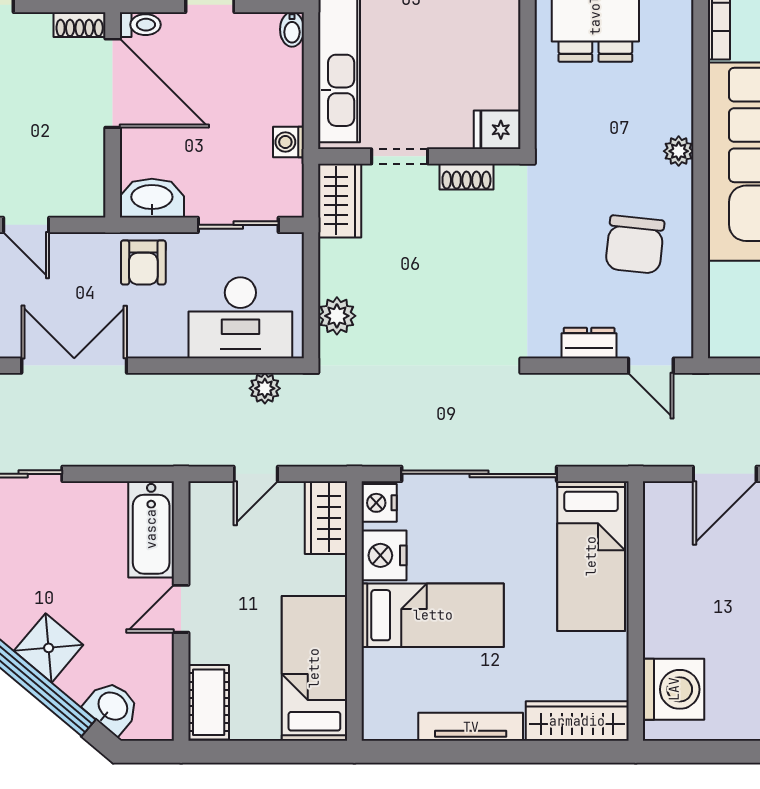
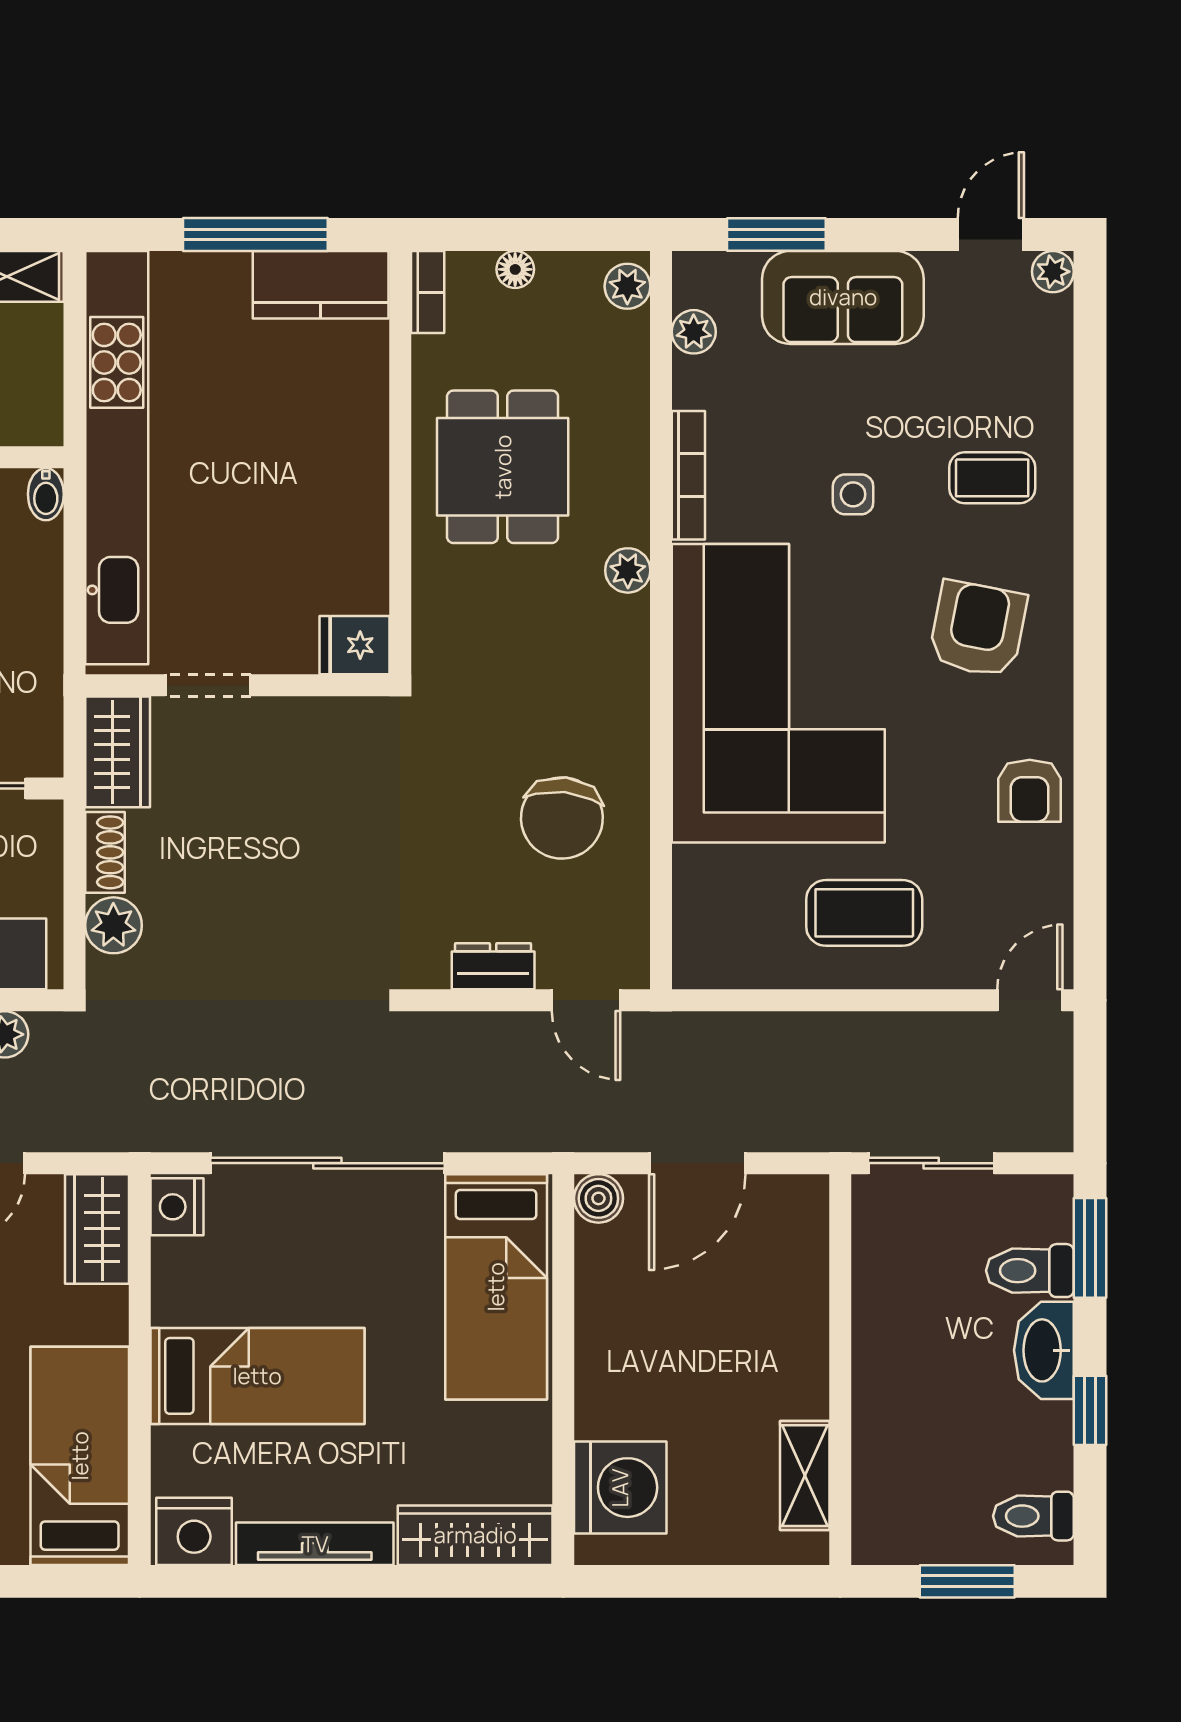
washing machine: (288, 142) -> (40, 664), removed
plant: (679, 151) -> (628, 570), moved
shoe rack: (466, 177) -> (105, 852), moved, turned -90
boiler: (659, 497) -> (598, 1198), added
nightstand: (384, 555) -> (194, 1531), moved, turned -90

